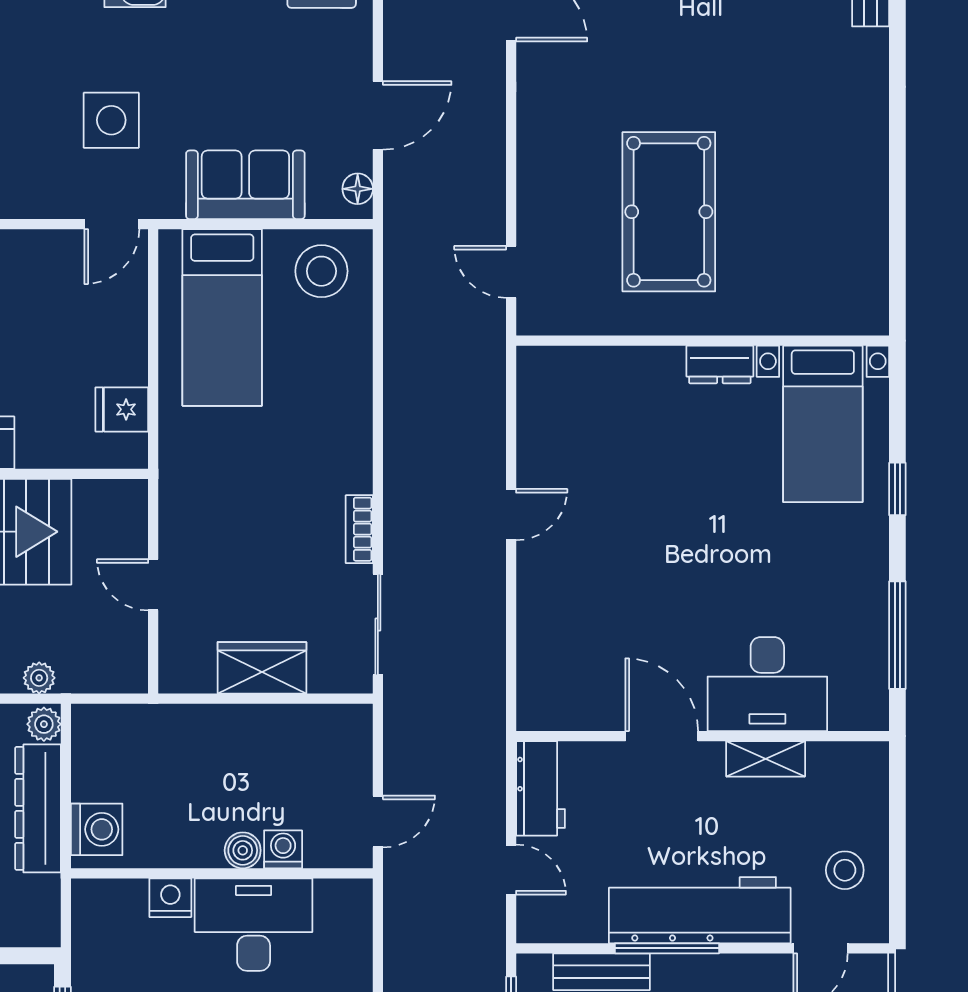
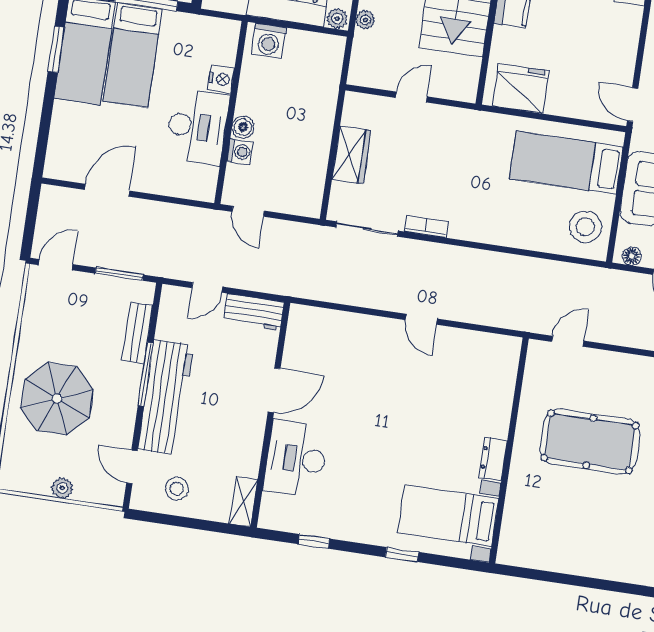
fridge: (122, 409) -> (521, 89), width x1.88, depth x1.34
window: (897, 635) -> (314, 541), width x0.46
shelving: (766, 759) -> (244, 501), moved

